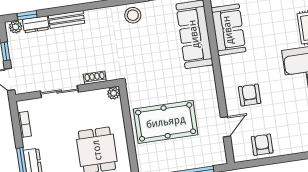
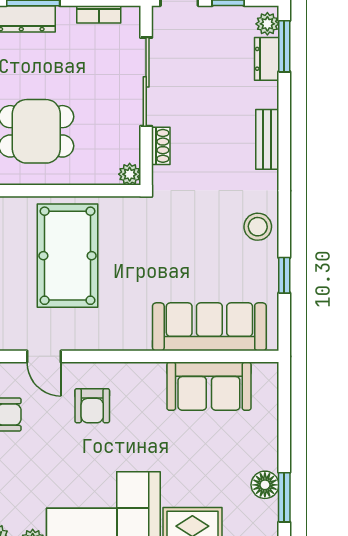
window: (27, 15) -> (284, 46), width x1.50
bench: (67, 19) -> (267, 139), moved
sliding door: (59, 92) -> (146, 82), width x1.37
armchair: (250, 95) -> (92, 406), turned 90

